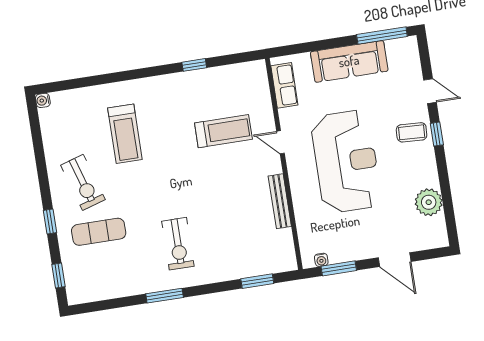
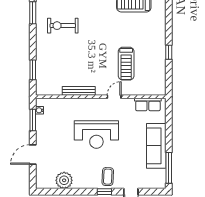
reception desk: (346, 161) -> (96, 135), width x0.74, depth x0.77

